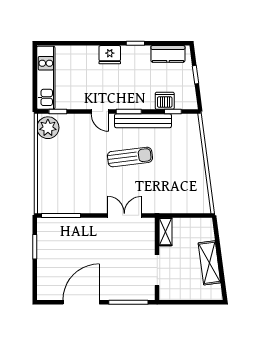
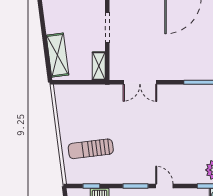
bench: (143, 121) -> (121, 177), removed
sun lounger: (130, 157) -> (91, 149), moved
shelving: (209, 263) -> (58, 55), moved

